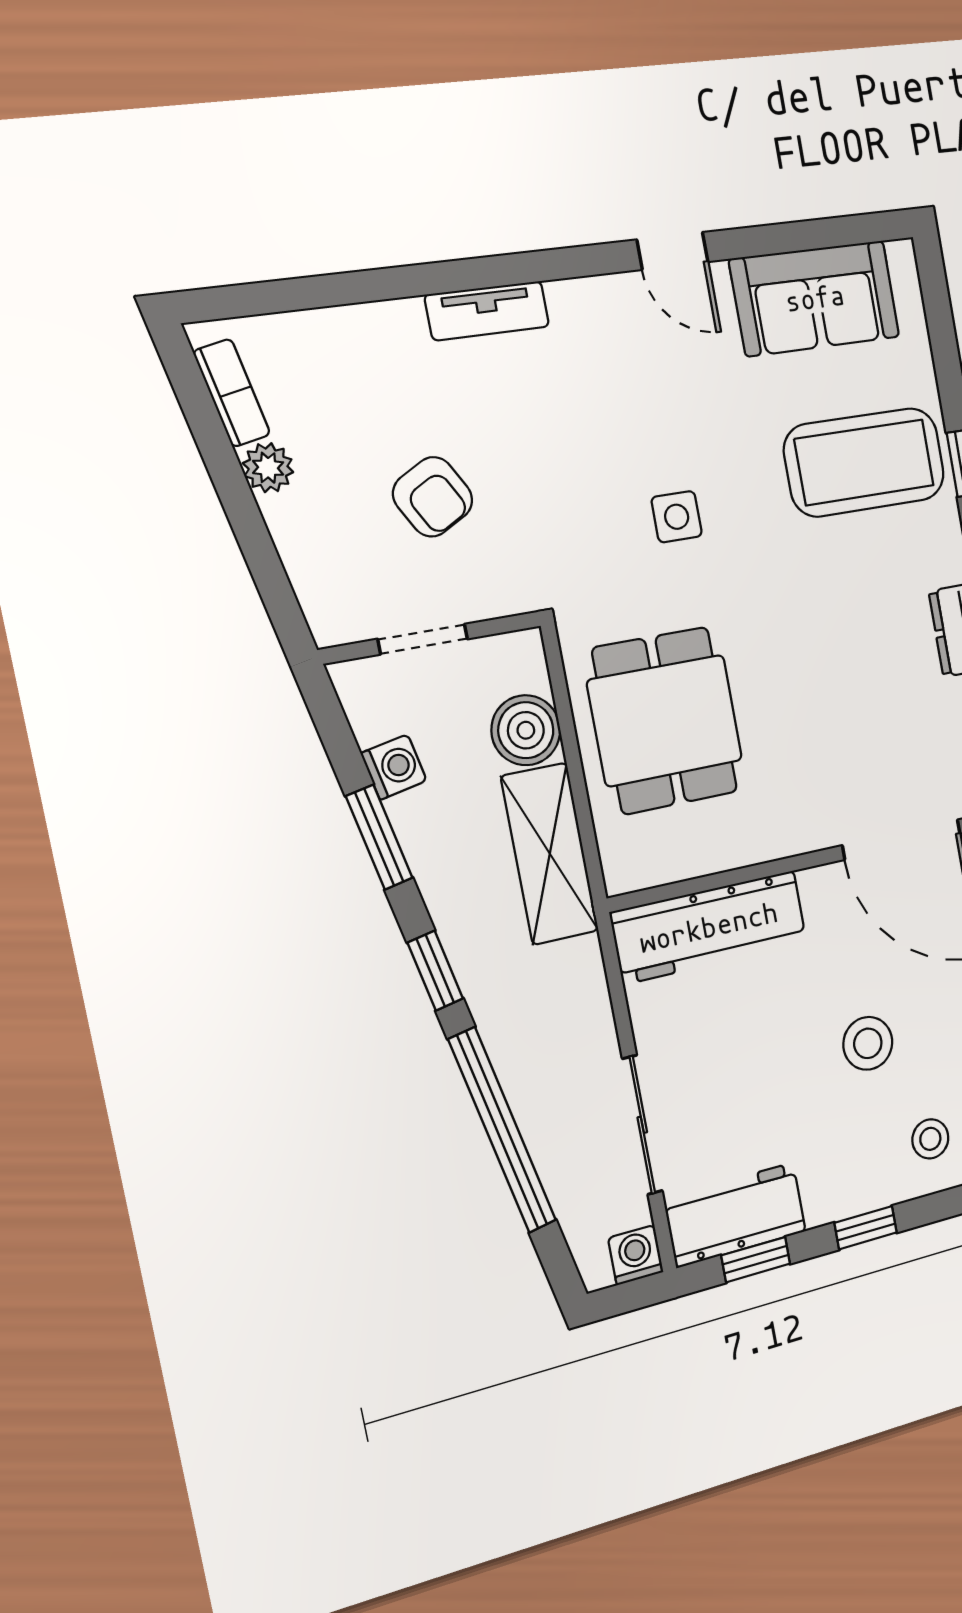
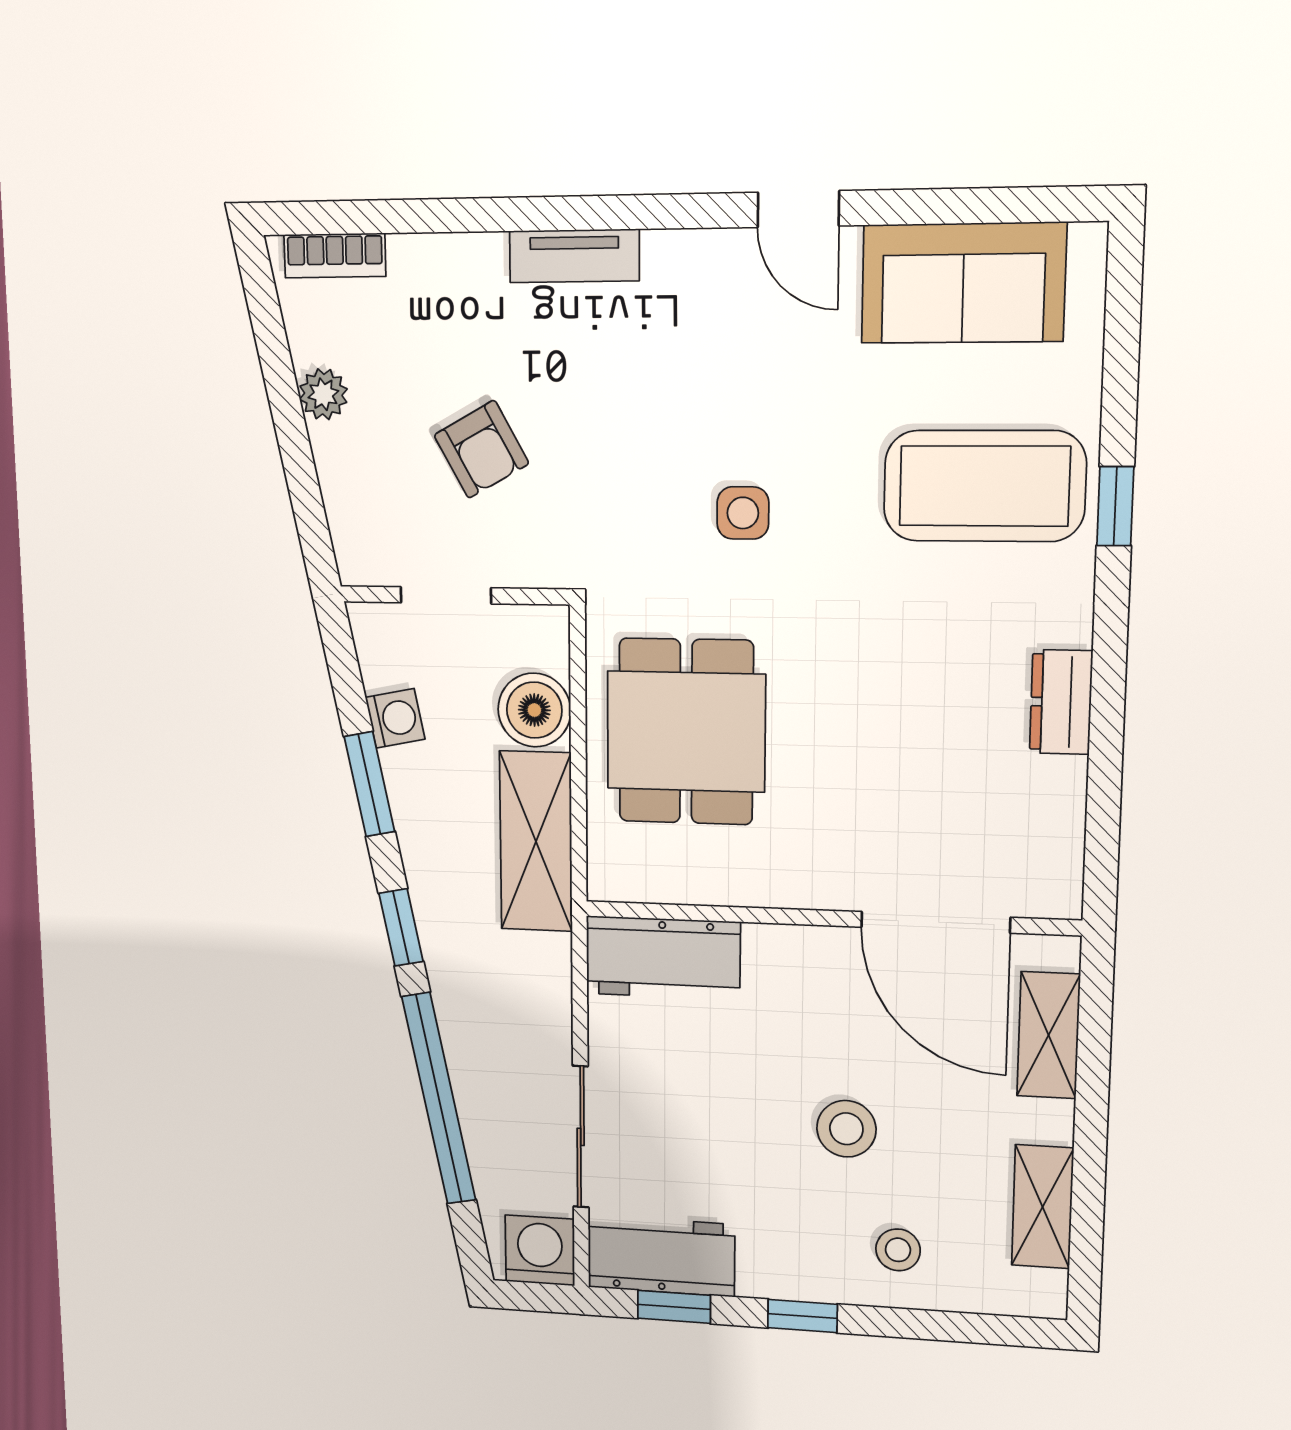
bookcase: (232, 393) -> (335, 256), moved, turned 101
workbench: (709, 927) -> (663, 958), width x0.73
washing machine: (636, 1255) -> (540, 1250), width x1.38, depth x1.38

